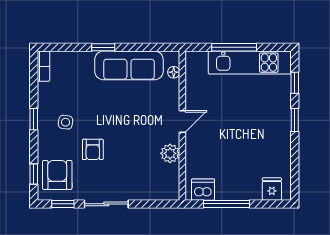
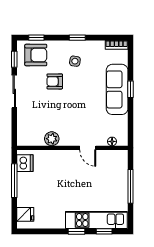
kitchen unit: (250, 63) -> (96, 220), moved, turned 90
sofa: (129, 65) -> (117, 89), moved
door: (182, 122) -> (88, 148), moved

